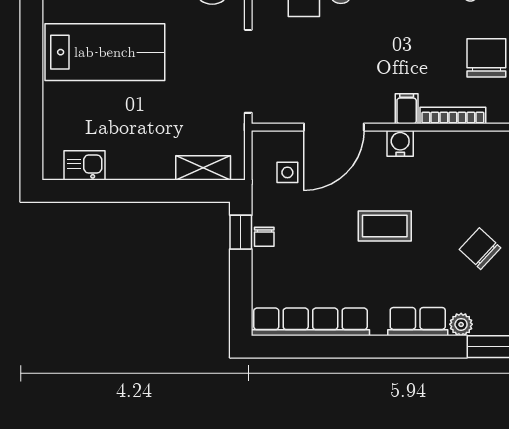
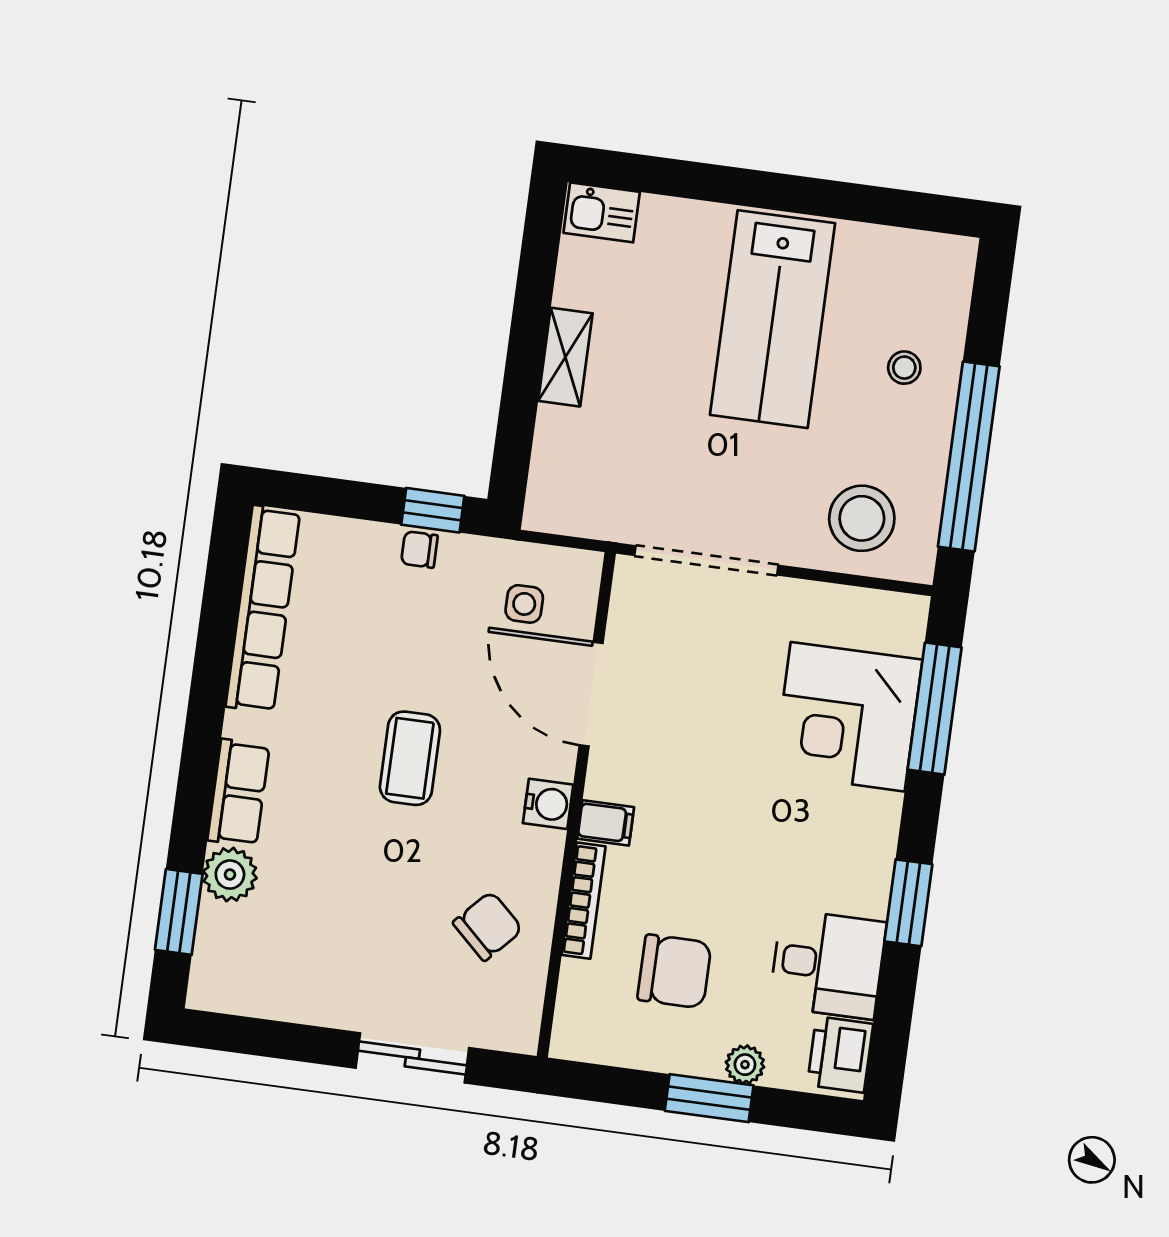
kitchen sink: (85, 165) -> (602, 212), moved, turned 90
shelving: (203, 168) -> (565, 357), moved
chair: (480, 249) -> (488, 926), moved
plant: (461, 324) -> (230, 875), width x1.38, depth x1.38

